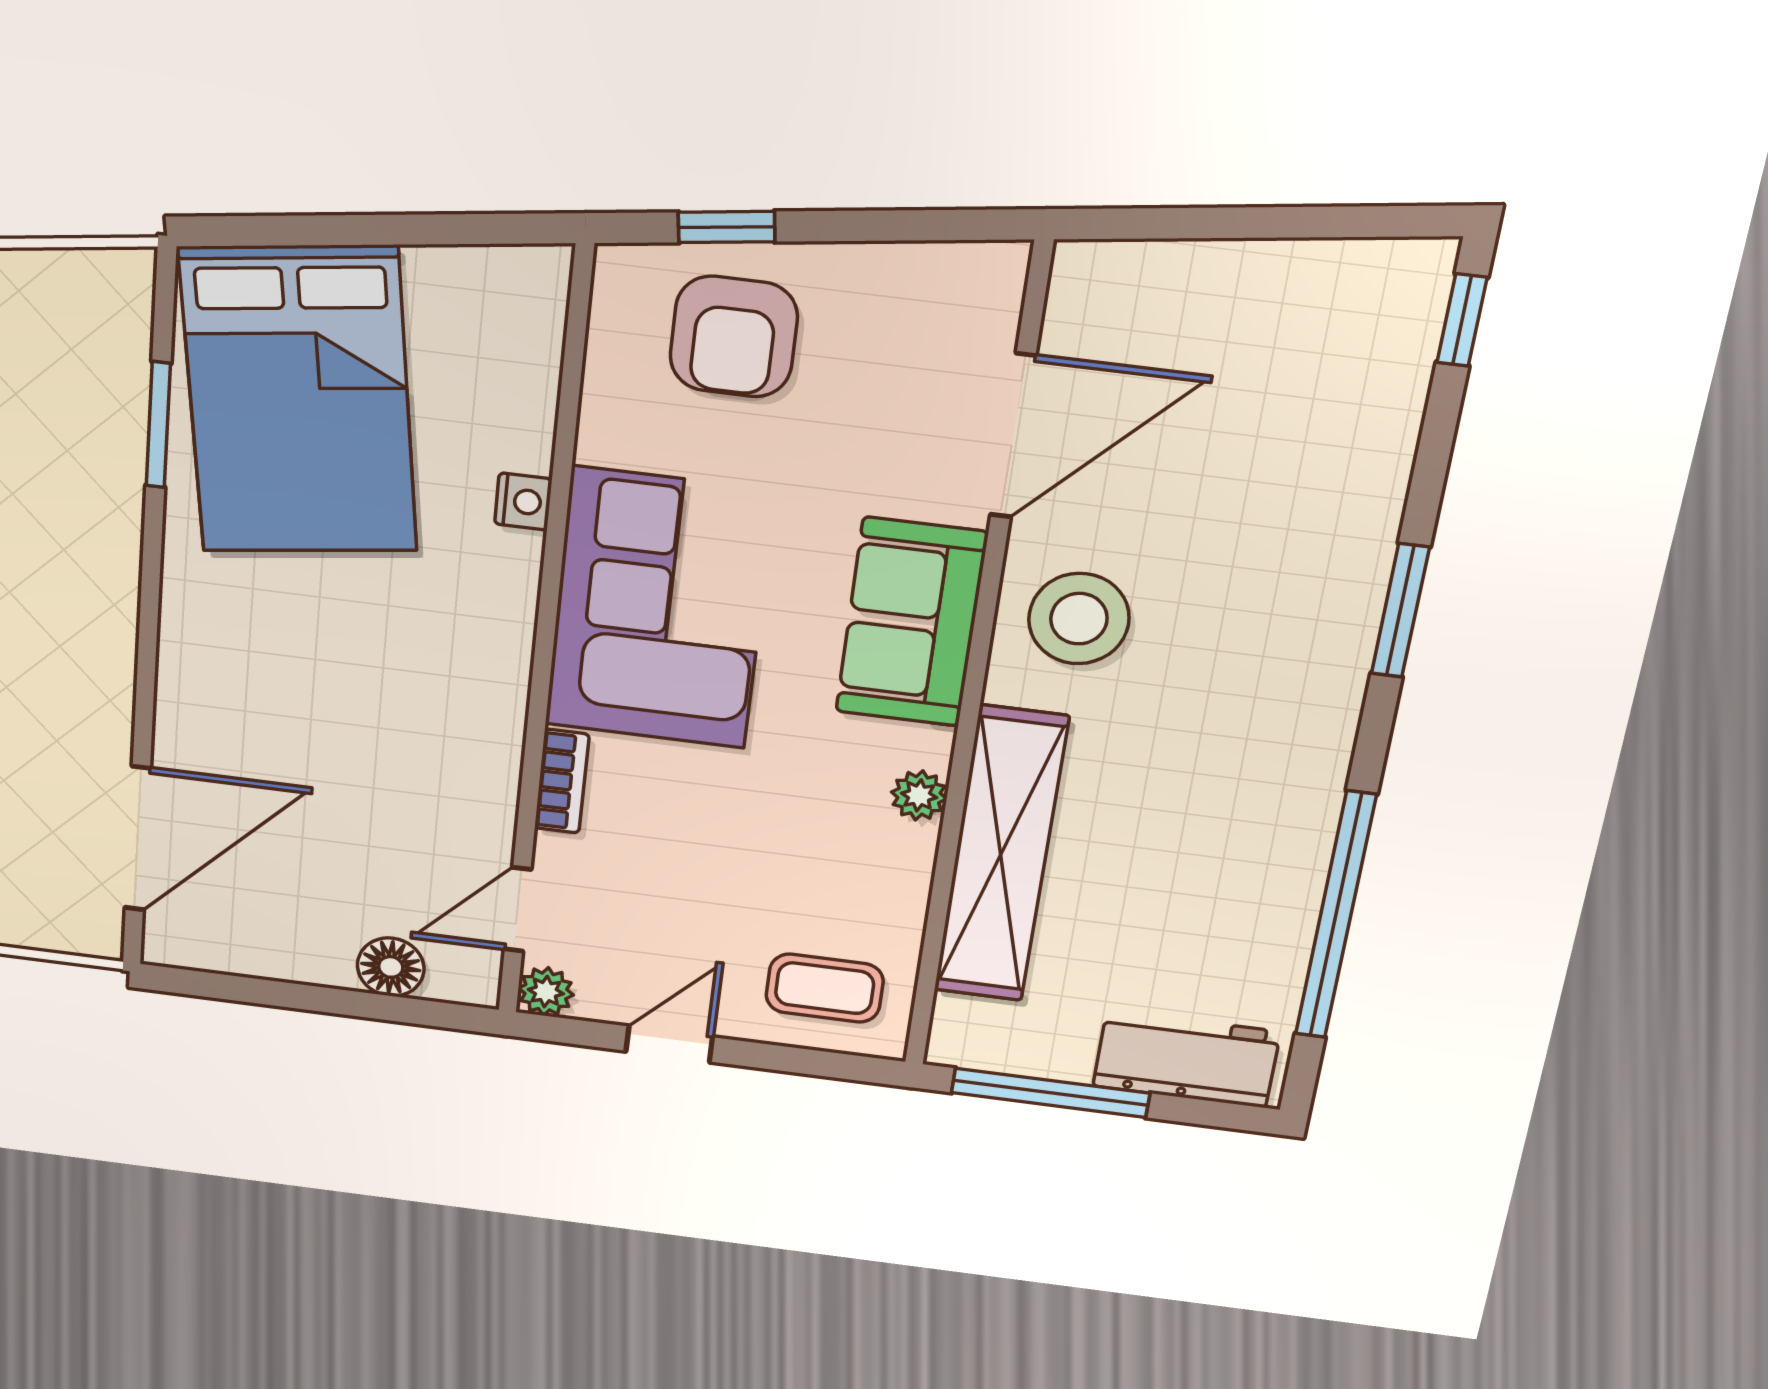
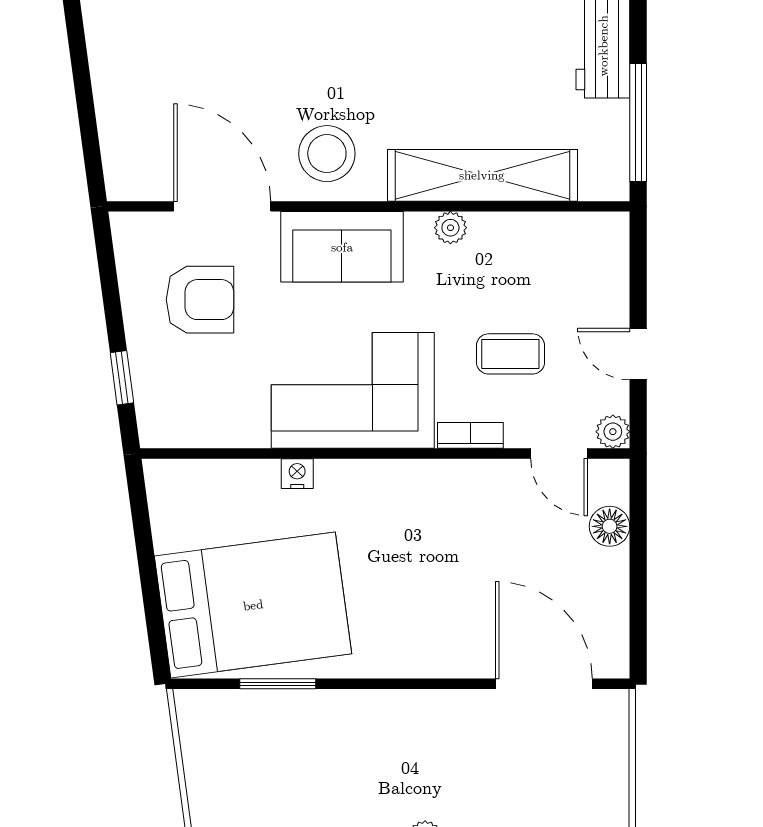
armchair: (734, 337) -> (200, 300), moved
coffee table: (825, 988) -> (510, 354), moved, turned 90

